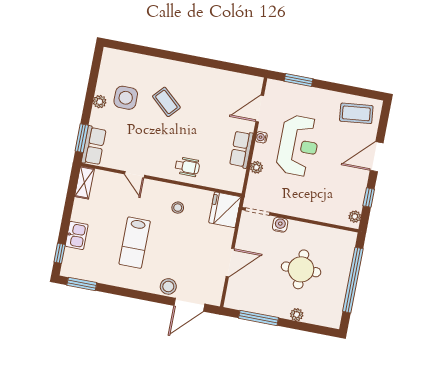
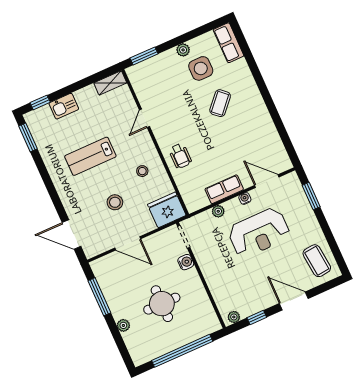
row of seats: (94, 146) -> (229, 43), moved, turned 90
stool: (168, 286) -> (115, 202), moved

